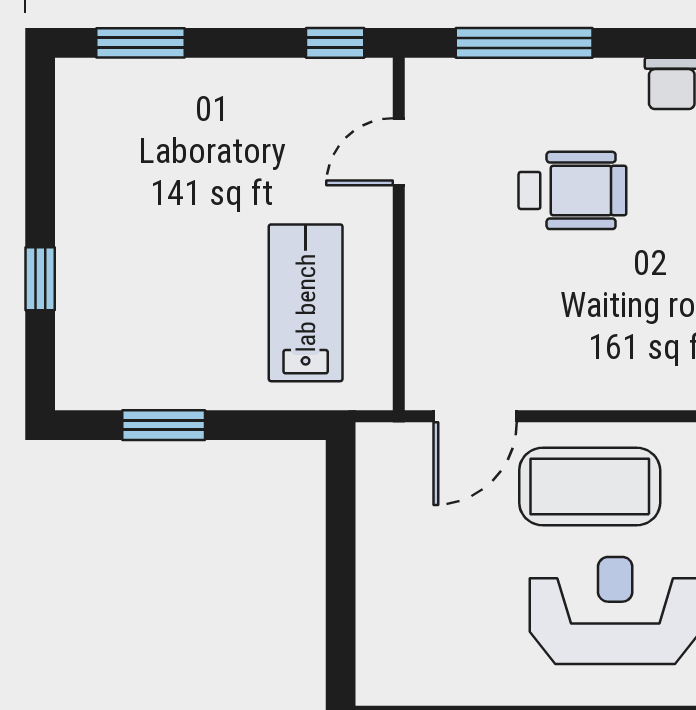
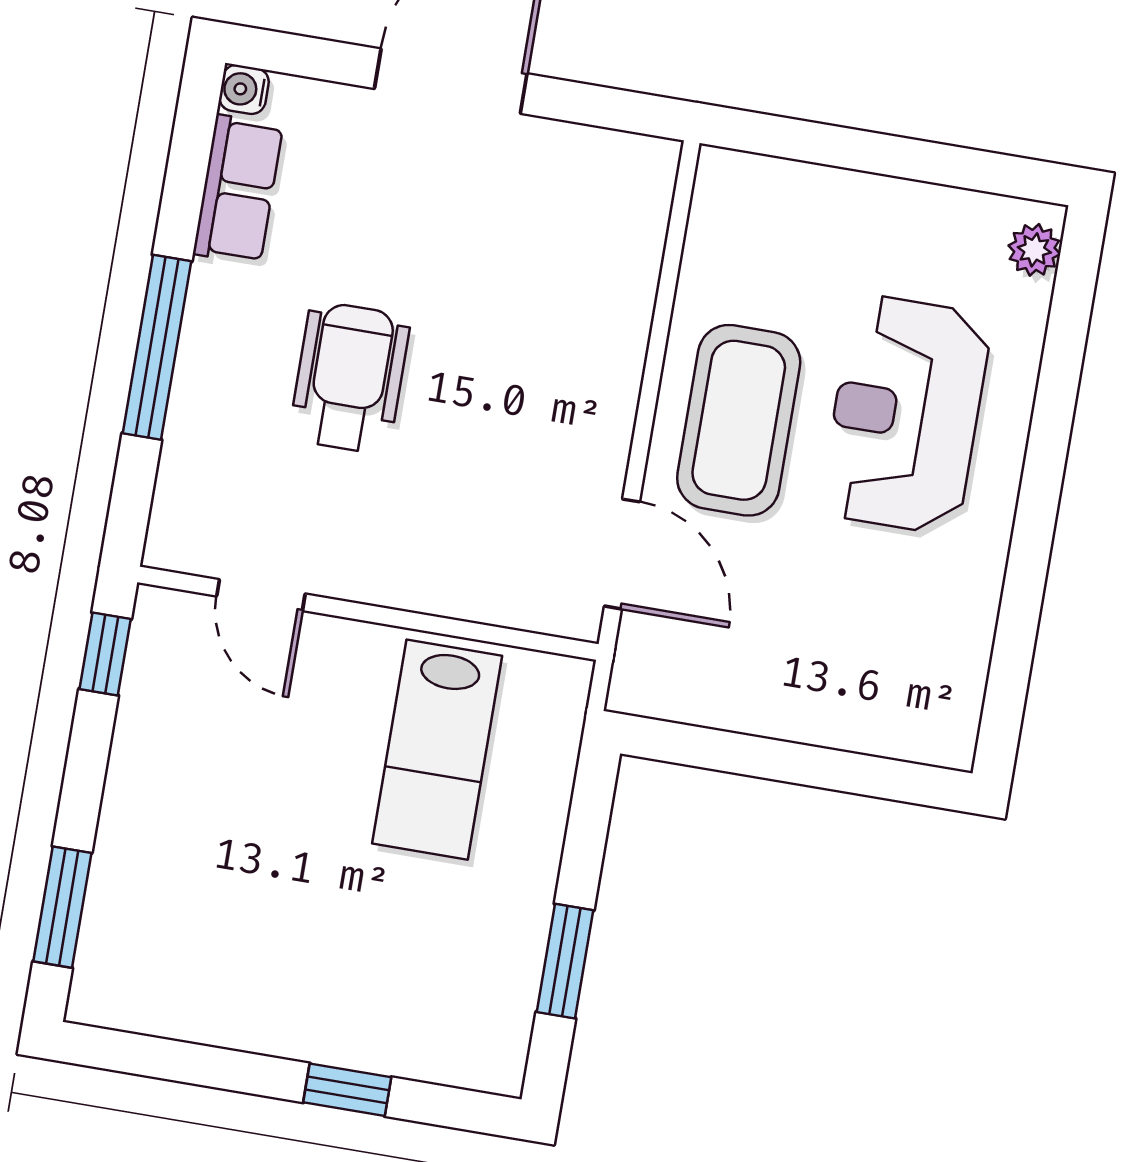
window: (524, 43) -> (157, 347), moved
lab bench: (306, 303) -> (437, 750), turned -90

